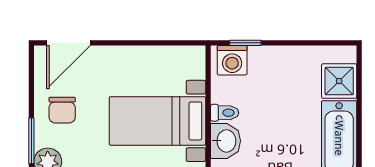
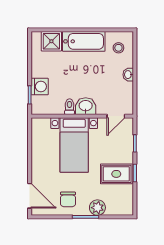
washing machine: (232, 60) -> (40, 86), moved
chair: (62, 110) -> (68, 199), turned 90

